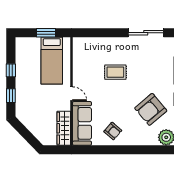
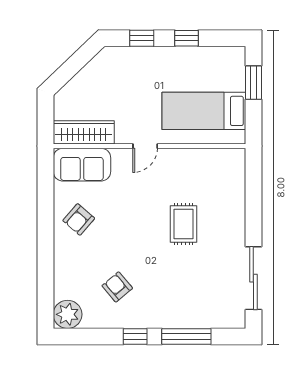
window: (46, 33) -> (253, 83), moved
armchair: (151, 109) -> (117, 287), width x0.53, depth x0.53
sofa: (82, 123) -> (82, 165), width x0.73

